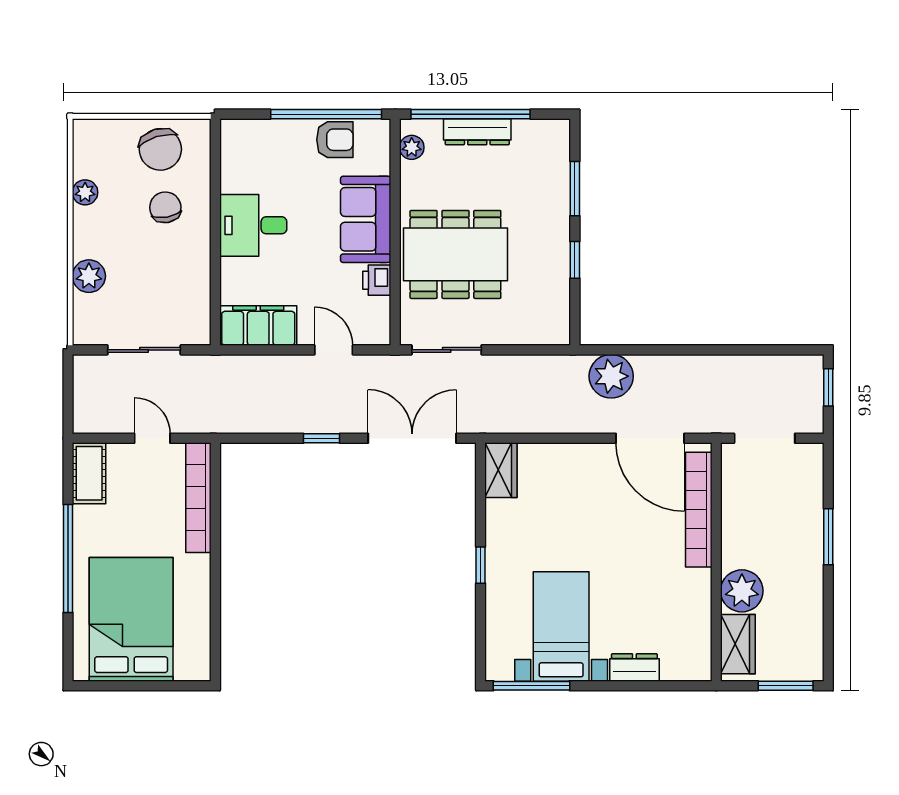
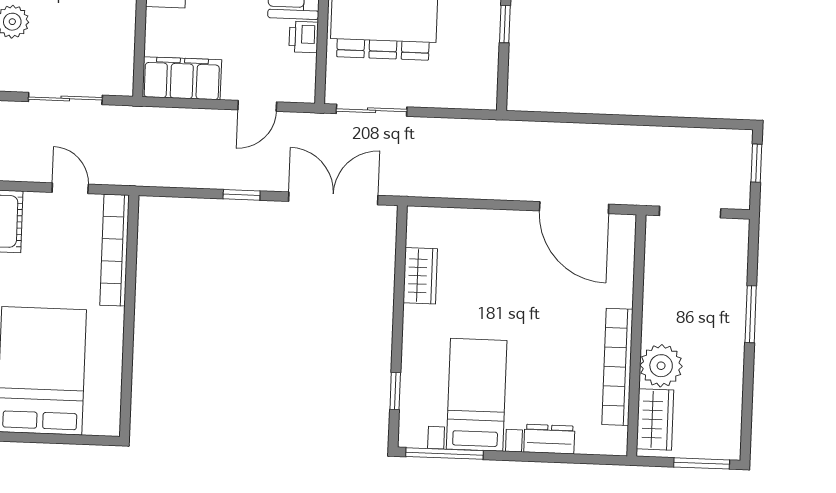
door: (334, 350) -> (257, 106), swing flipped
plant: (611, 376) -> (537, 143), removed
wardrobe: (501, 470) -> (420, 276), moved
bookcase: (699, 510) -> (617, 367), moved
window: (481, 565) -> (395, 391), moved

